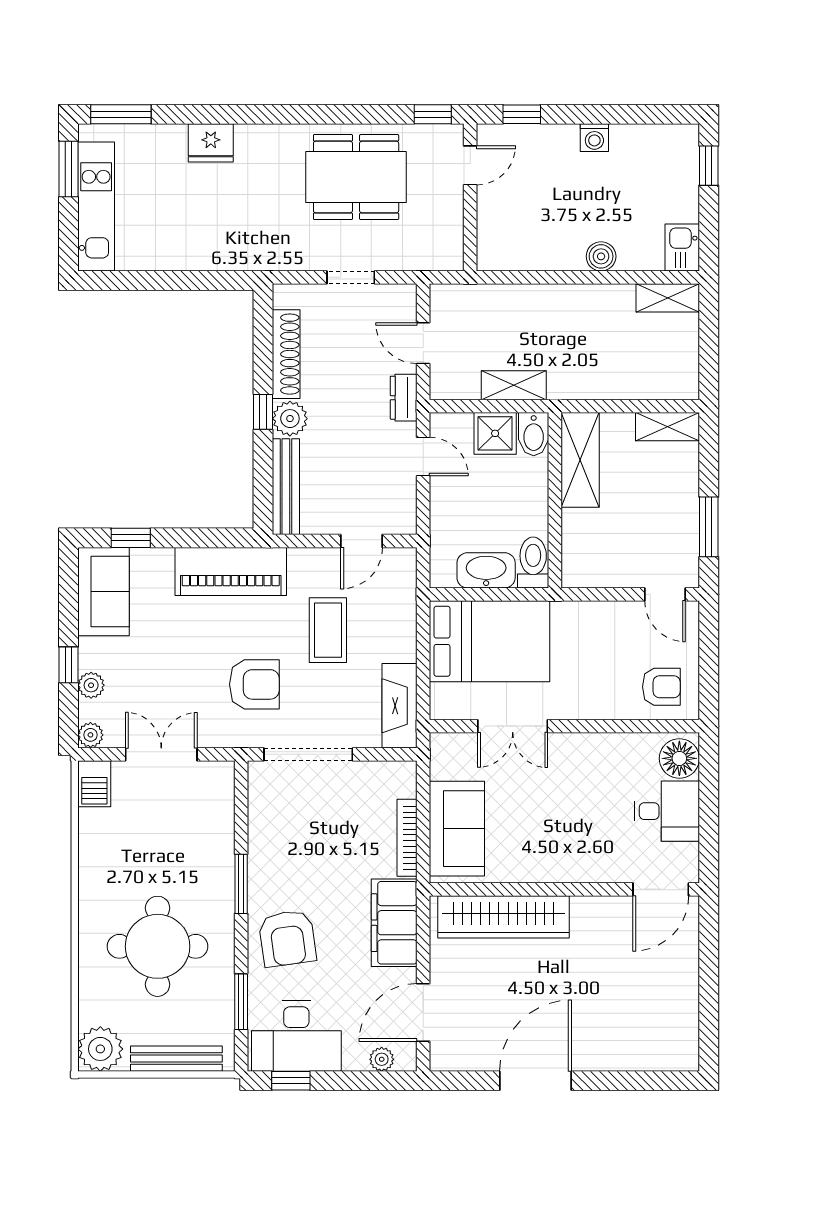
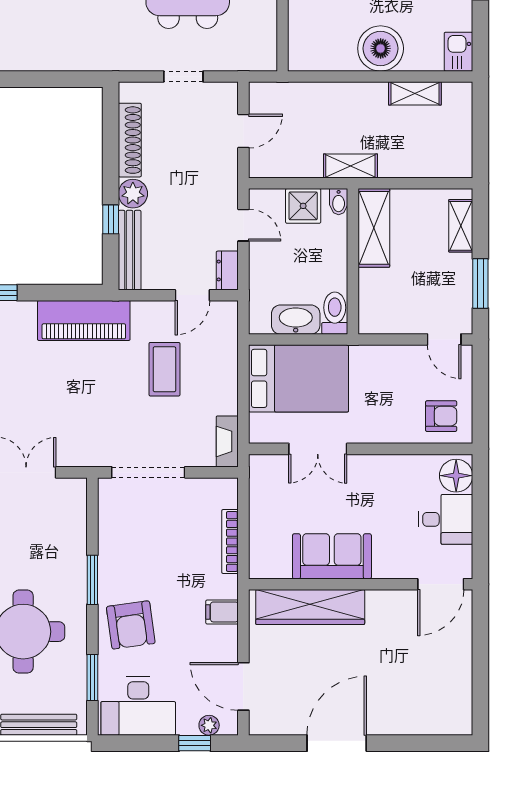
boiler: (601, 256) -> (381, 48), width x1.86, depth x1.86
shelving: (668, 298) -> (415, 93), moved
door: (423, 343) -> (243, 131), swing flipped
shelving: (514, 385) -> (350, 166), moved
dresser: (404, 398) -> (227, 270), moved
window: (263, 412) -> (111, 219), moved
shelving: (668, 427) -> (461, 226), moved, turned 90
bidet: (534, 434) -> (339, 202), width x0.72, depth x0.74
armchair: (254, 684) -> (103, 414), removed
fireplace: (399, 706) -> (227, 441), width x0.73, depth x0.76
sofa: (457, 829) -> (332, 556), moved, turned -90
filing cabinet: (394, 923) -> (222, 612), width x0.33, depth x0.86
door: (423, 1012) -> (243, 686), hinge flipped
window: (291, 1081) -> (195, 743), moved

